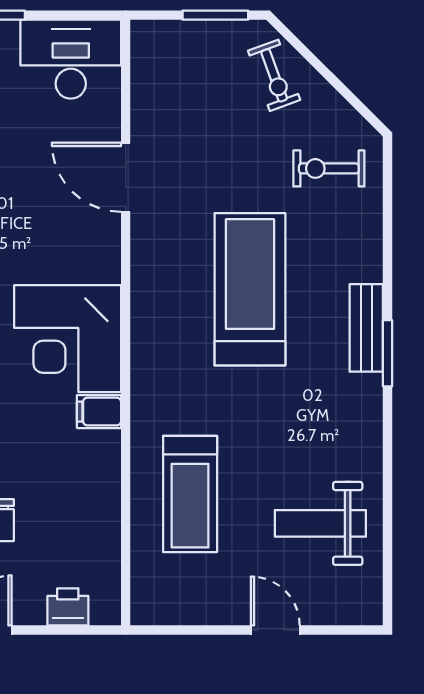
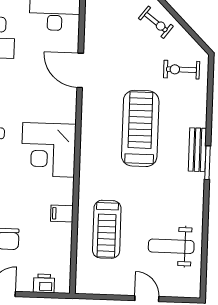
exercise bike: (274, 75) -> (156, 22), turned -33
filing cabinet: (99, 412) -> (62, 214), moved

